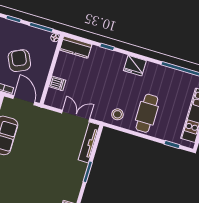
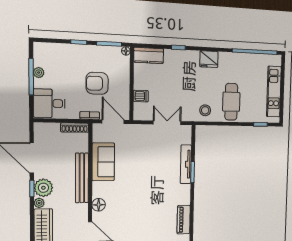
armchair: (19, 61) -> (97, 83), turned -65
tv unit: (89, 142) -> (186, 164), moved

